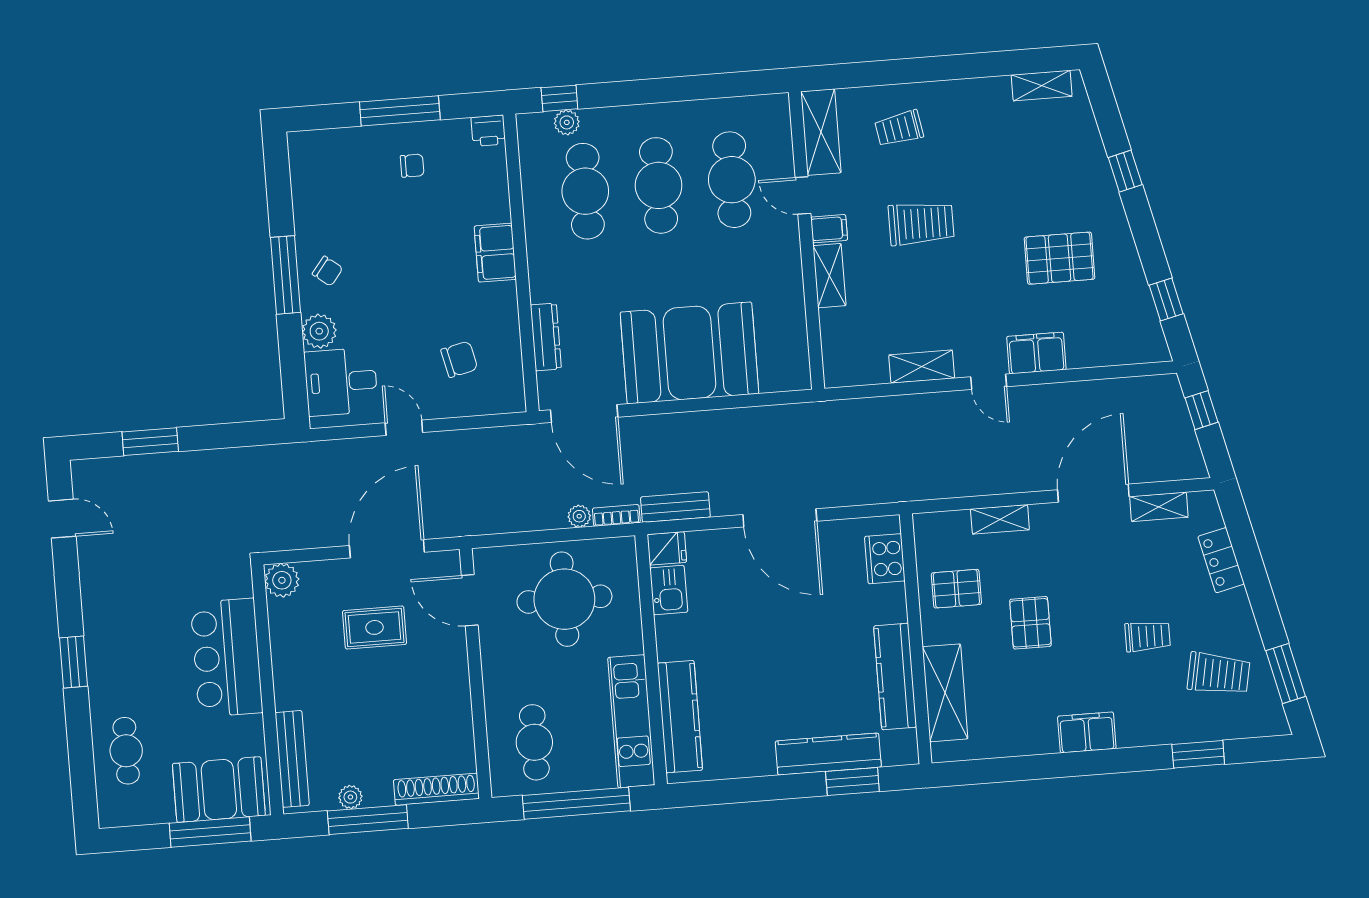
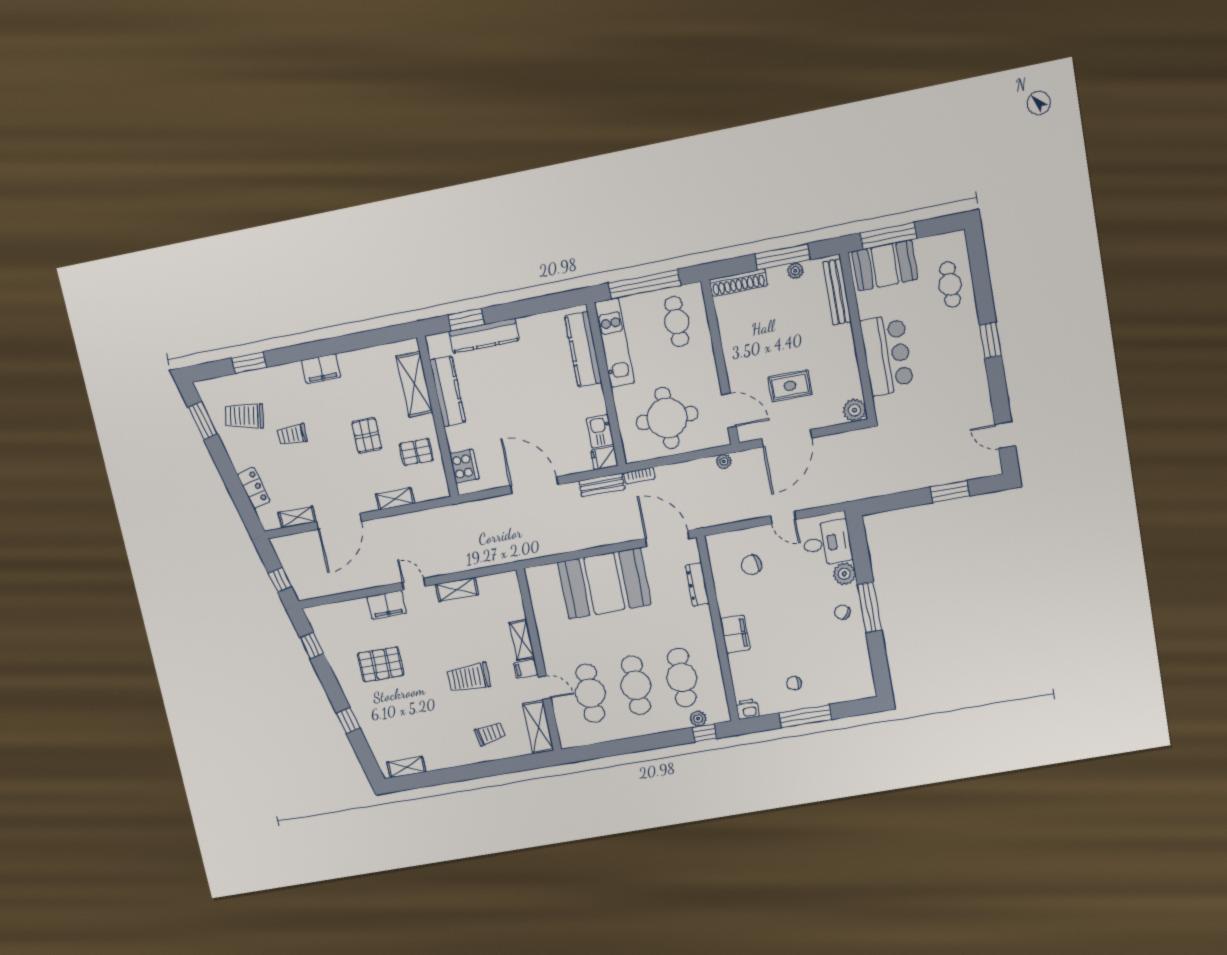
plant: (579, 516) -> (724, 461), moved

